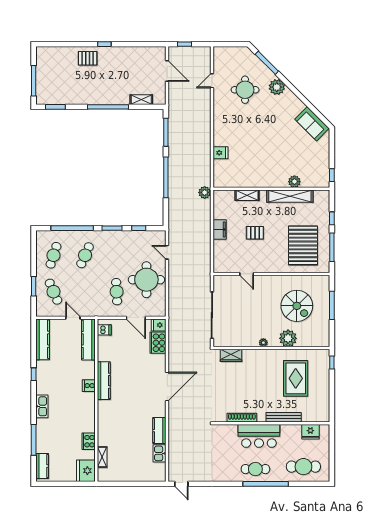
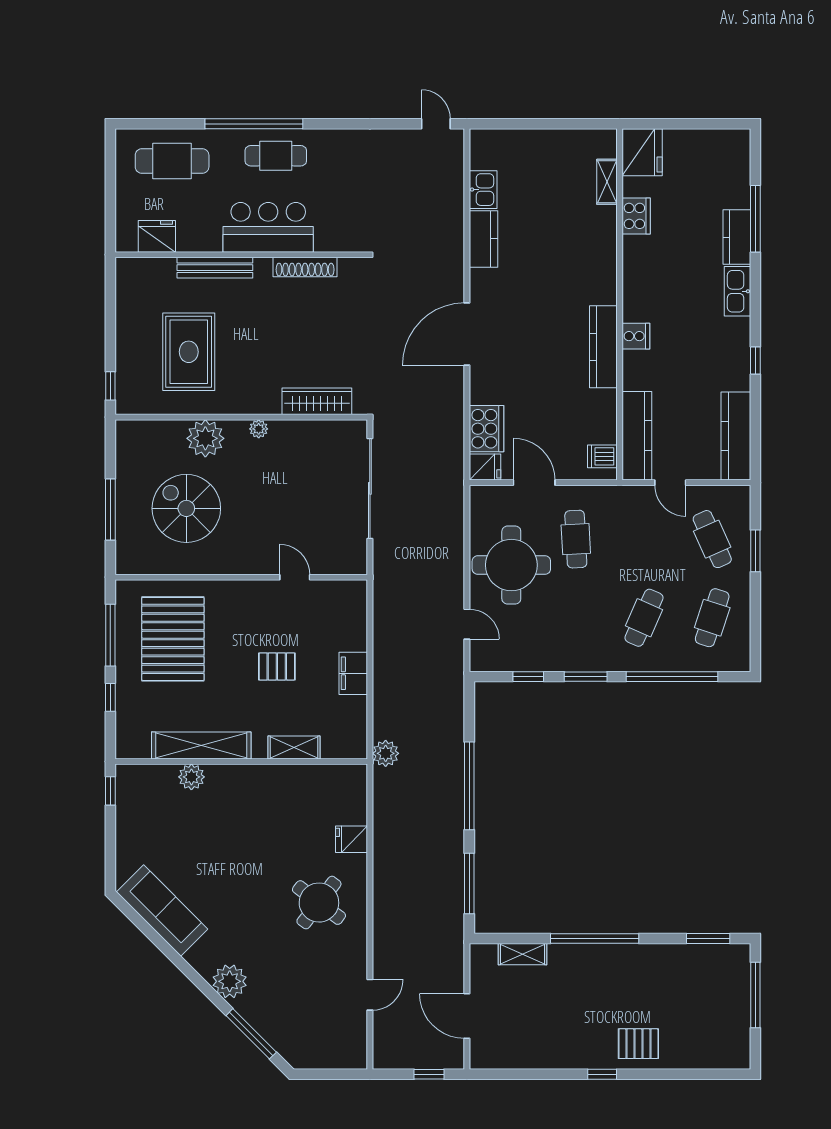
round table: (245, 90) -> (319, 903), moved, turned 37
sofa: (312, 124) -> (162, 911), width x1.36
wardrobe: (231, 355) -> (317, 401), width x1.50
kitchen counter: (42, 466) -> (737, 237), moved

